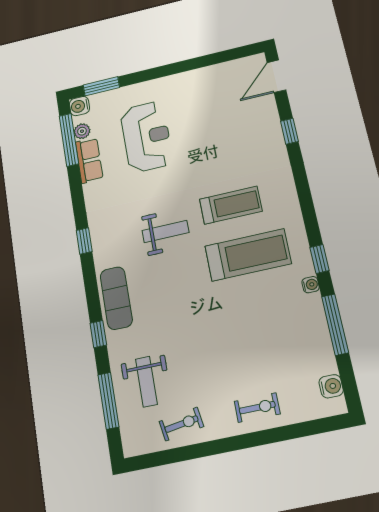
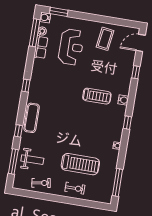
coffee table: (206, 97) -> (105, 39), added
weight bench: (165, 231) -> (64, 96), removed
treadmill: (248, 255) -> (80, 164), moved
window: (320, 259) -> (127, 123), moved
window: (335, 325) -> (117, 183), moved
weight bench: (146, 382) -> (32, 160), turned -90
water cooler: (331, 386) -> (123, 100), moved

